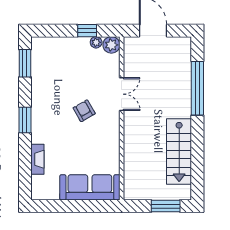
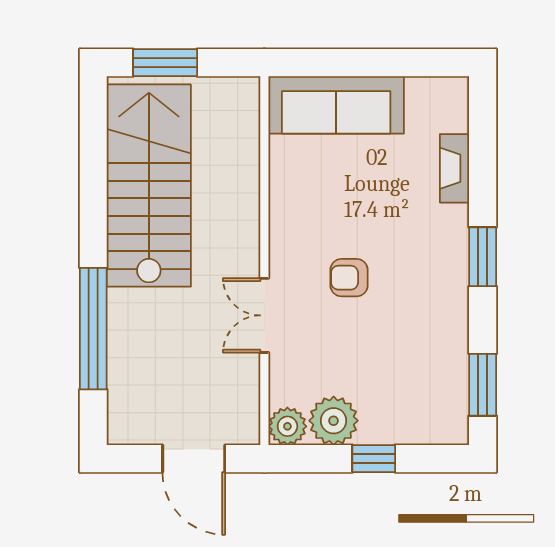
window: (87, 31) -> (374, 459), moved
plant: (96, 42) -> (334, 421), width x1.88, depth x1.88
armchair: (84, 111) -> (349, 278), turned 120
stairs: (179, 152) -> (149, 186), width x1.36, depth x1.51

